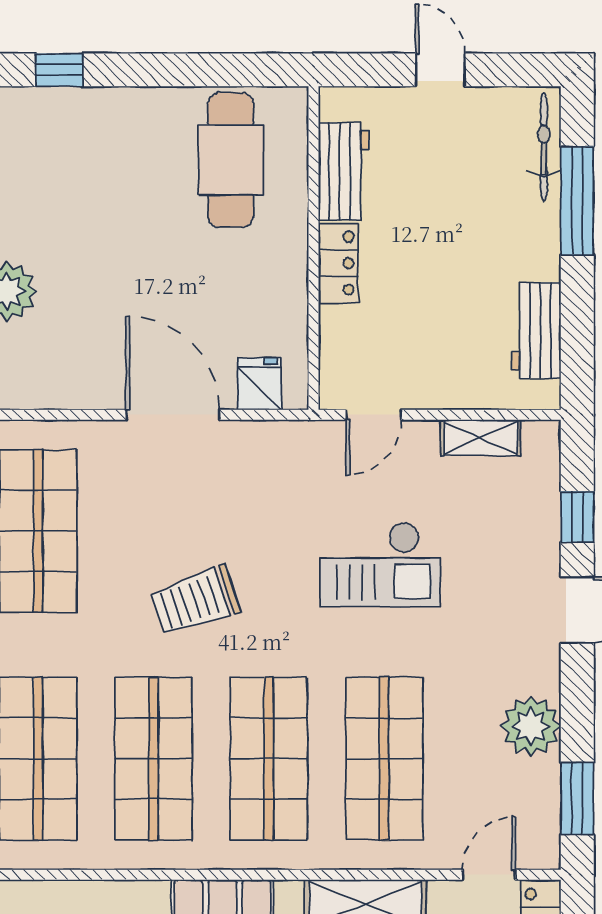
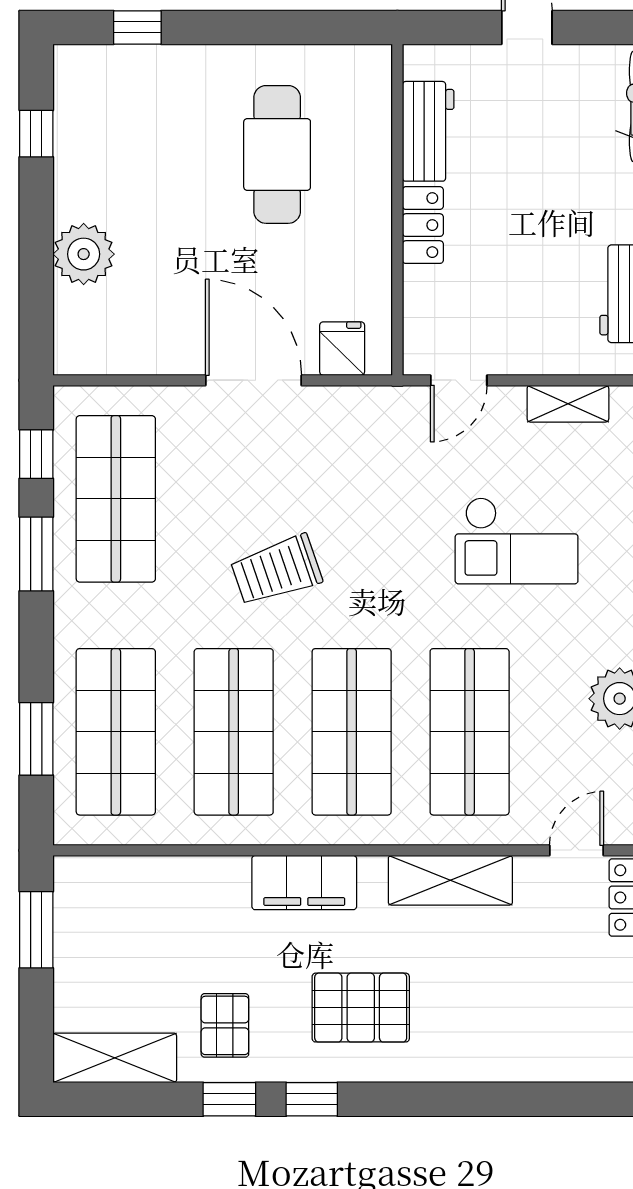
cafe table: (231, 160) -> (277, 154), moved
checkout: (380, 564) -> (517, 541), moved

